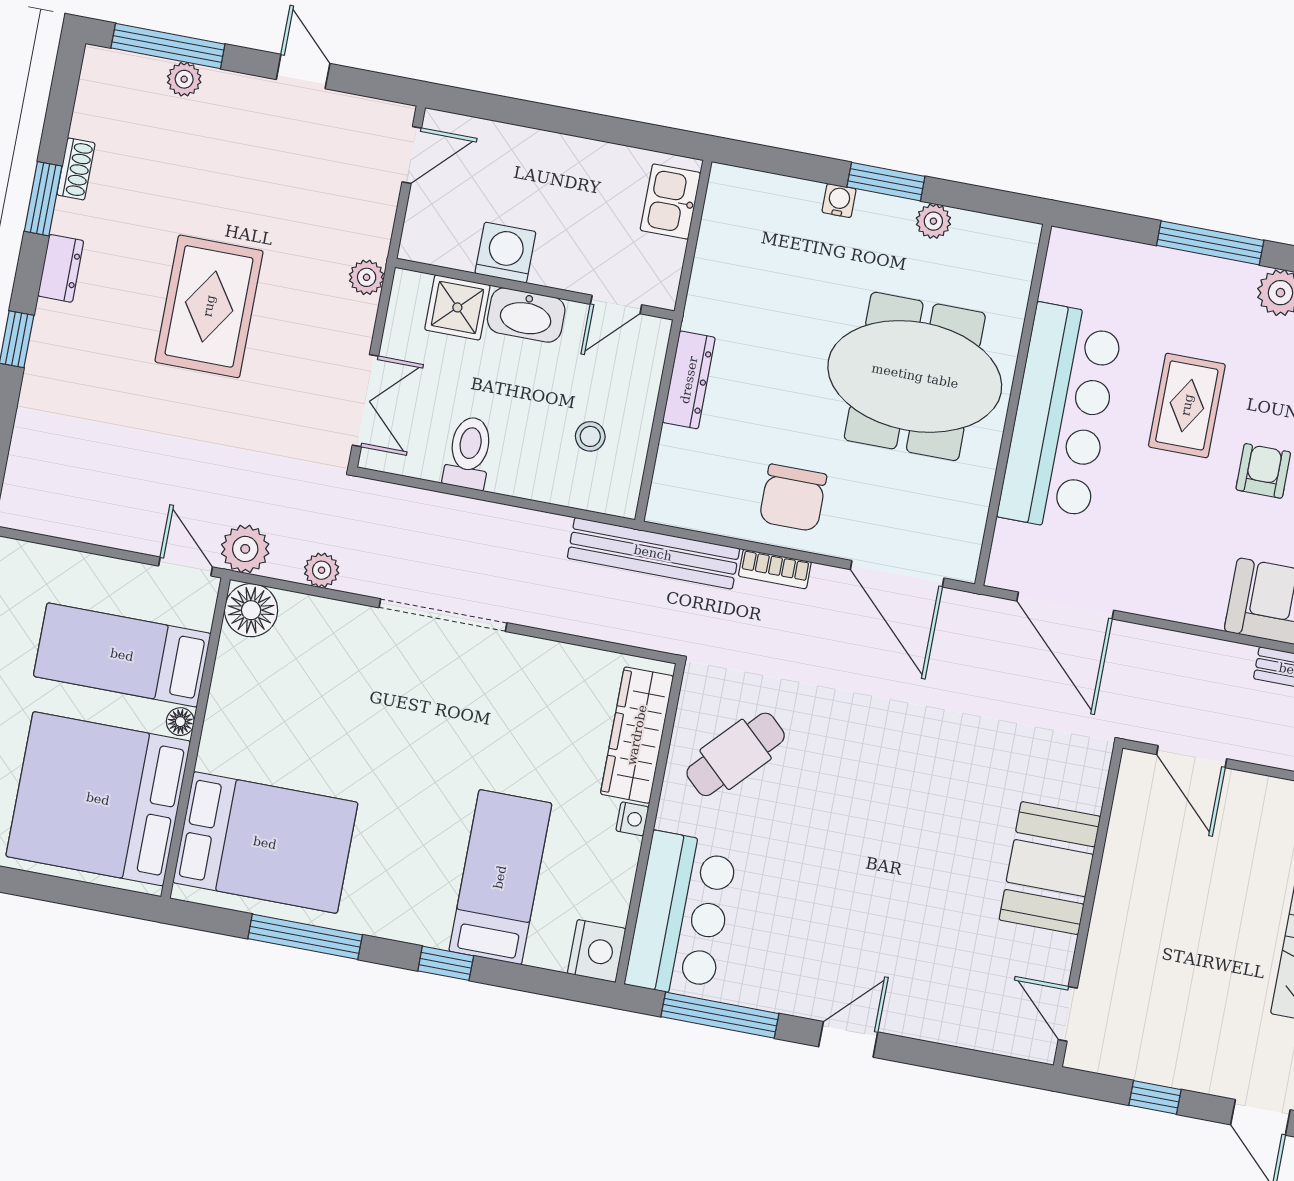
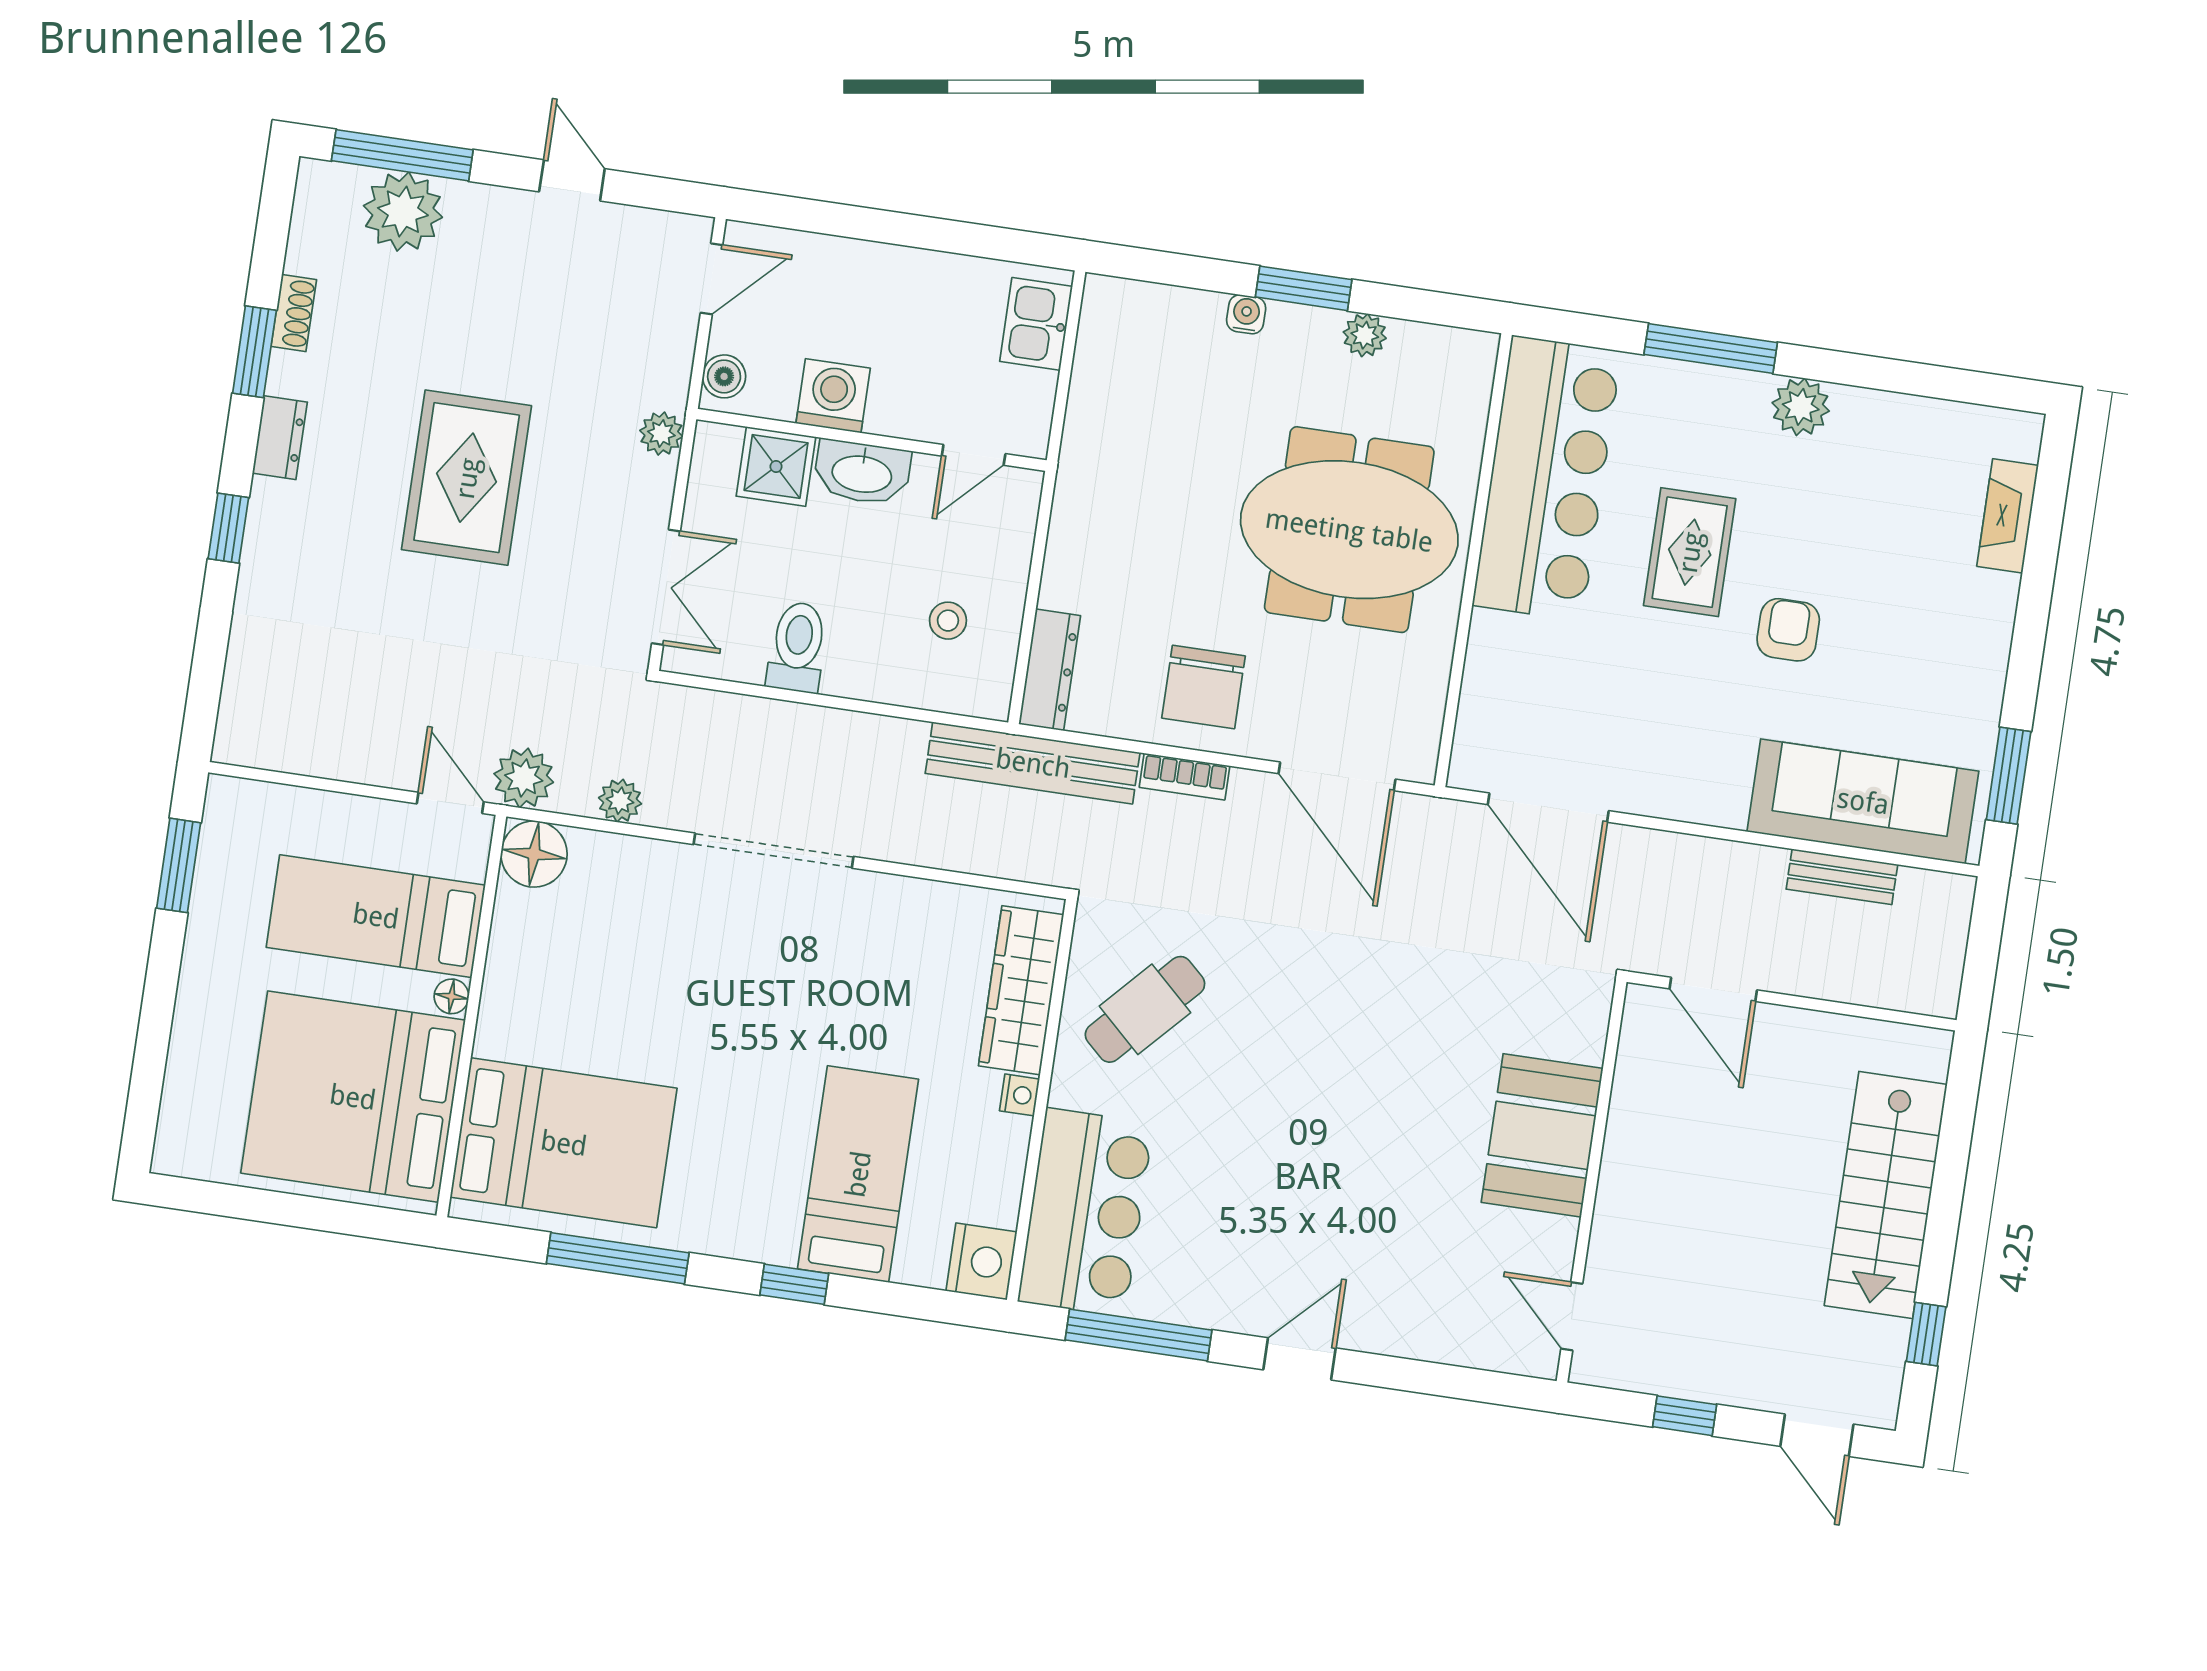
plant: (184, 79) -> (403, 212), width x1.87, depth x1.87
boiler: (419, 234) -> (724, 376), added
dresser: (689, 380) -> (1050, 670), moved
bar counter: (1061, 417) -> (1547, 478), moved

